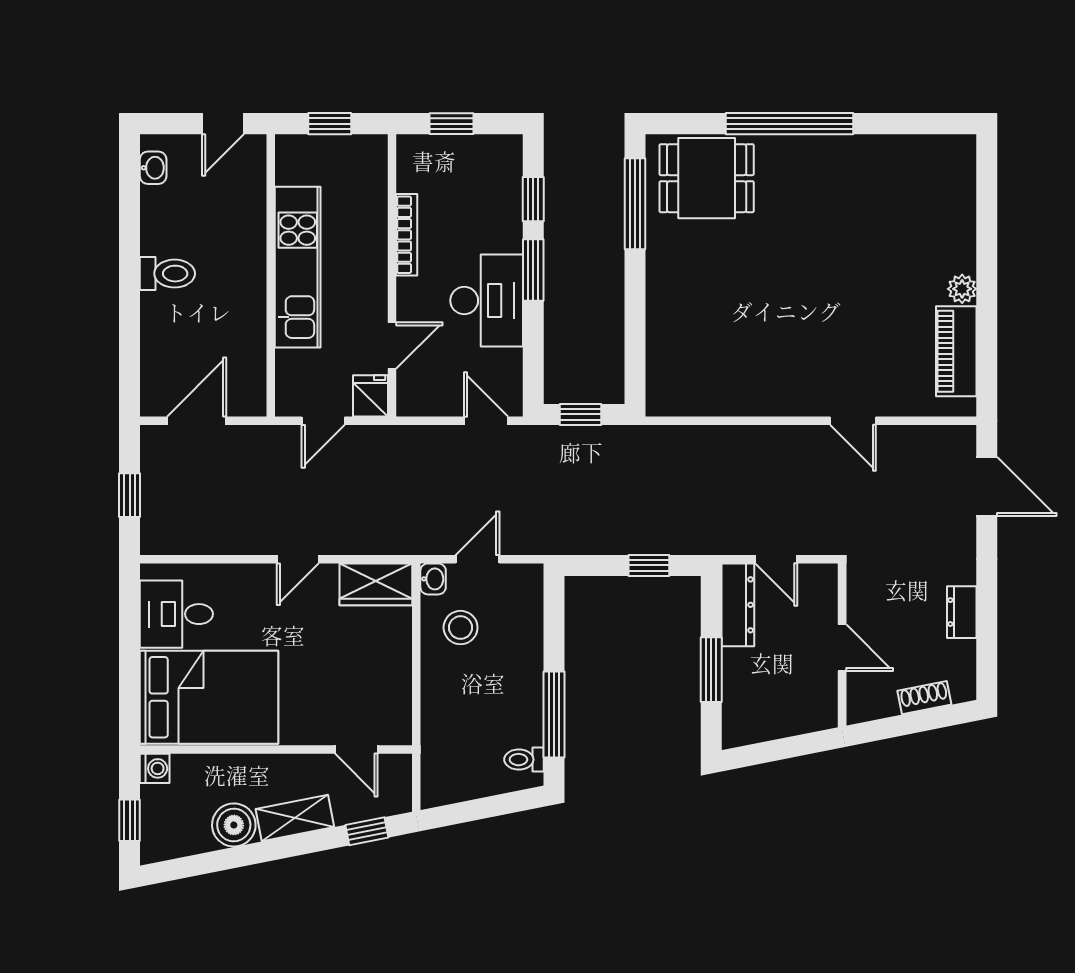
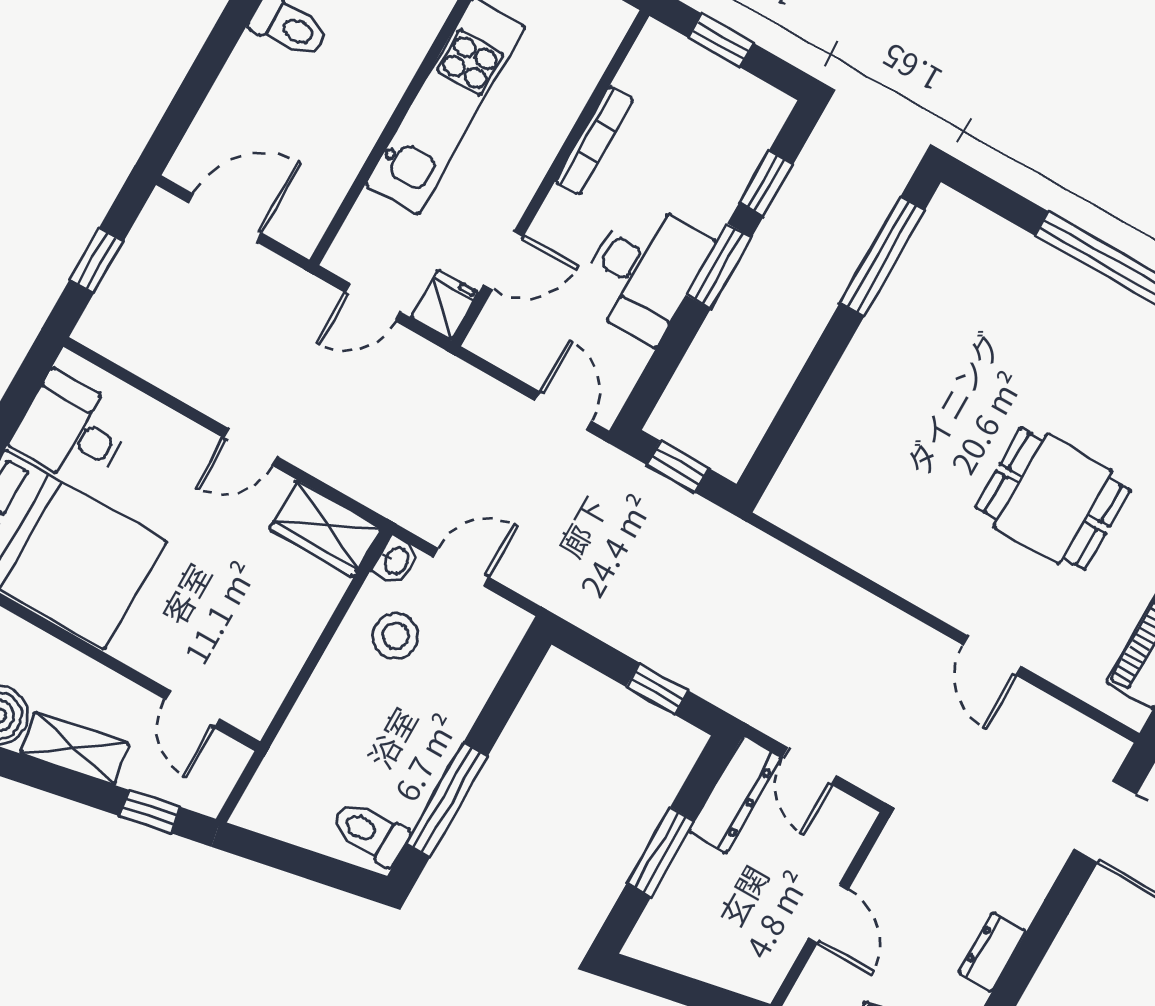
dining table: (707, 178) -> (1053, 499), moved
toilet: (524, 760) -> (370, 833), width x1.37, depth x1.39

